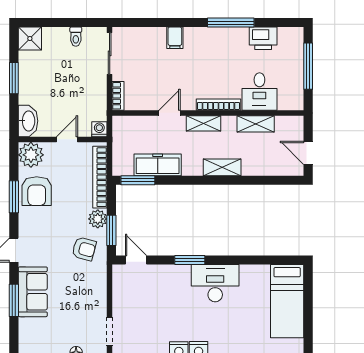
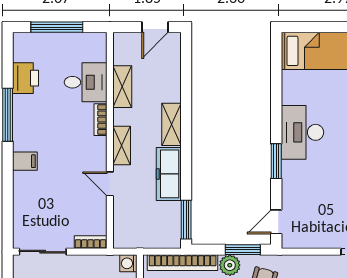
filing cabinet: (175, 38) -> (25, 161), moved
bookcase: (218, 105) -> (100, 120), width x0.64
freezer: (158, 165) -> (169, 174), moved

